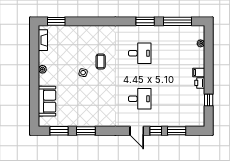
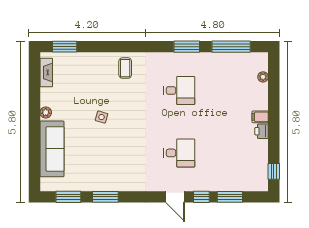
coffee table: (101, 61) -> (125, 68), moved
window: (209, 100) -> (274, 171), moved
sofa: (47, 101) -> (52, 149), width x1.36

